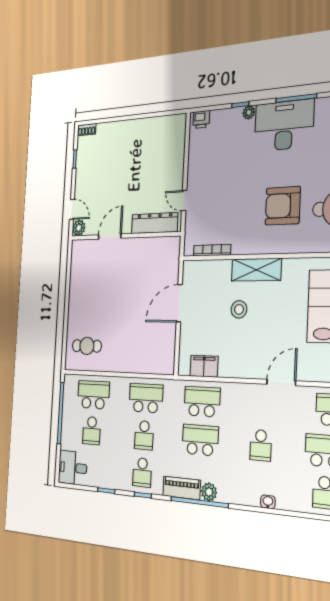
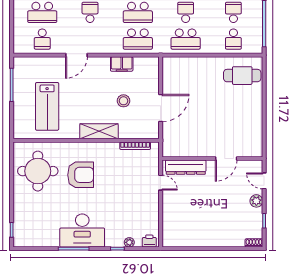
plant: (249, 112) -> (129, 242), moved
plant: (79, 228) -> (256, 201), moved
stool: (239, 309) -> (124, 101), moved
cafe table: (87, 346) -> (242, 76), width x1.37, depth x1.35
filing cabinet: (204, 366) -> (122, 64), moved
school desk: (93, 395) -> (233, 39), width x0.54

